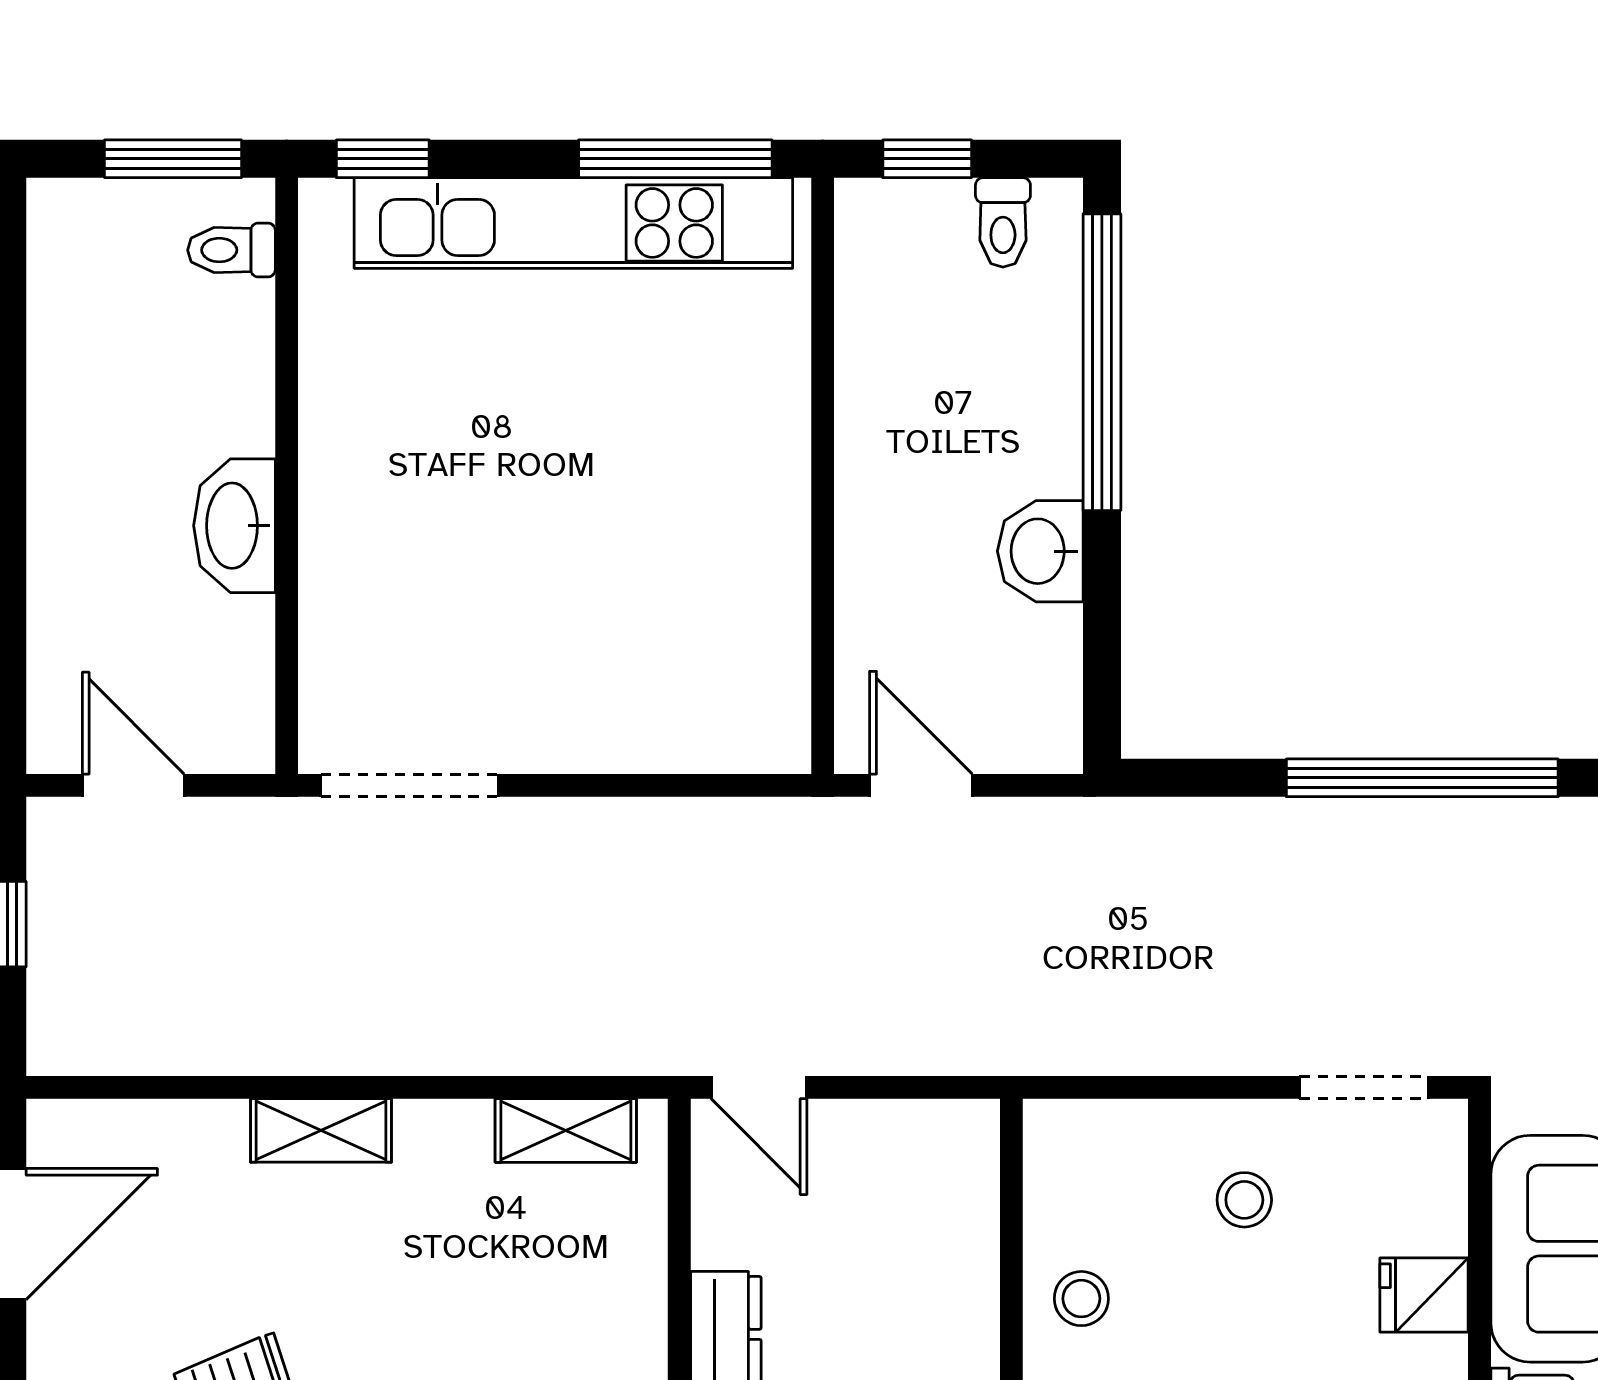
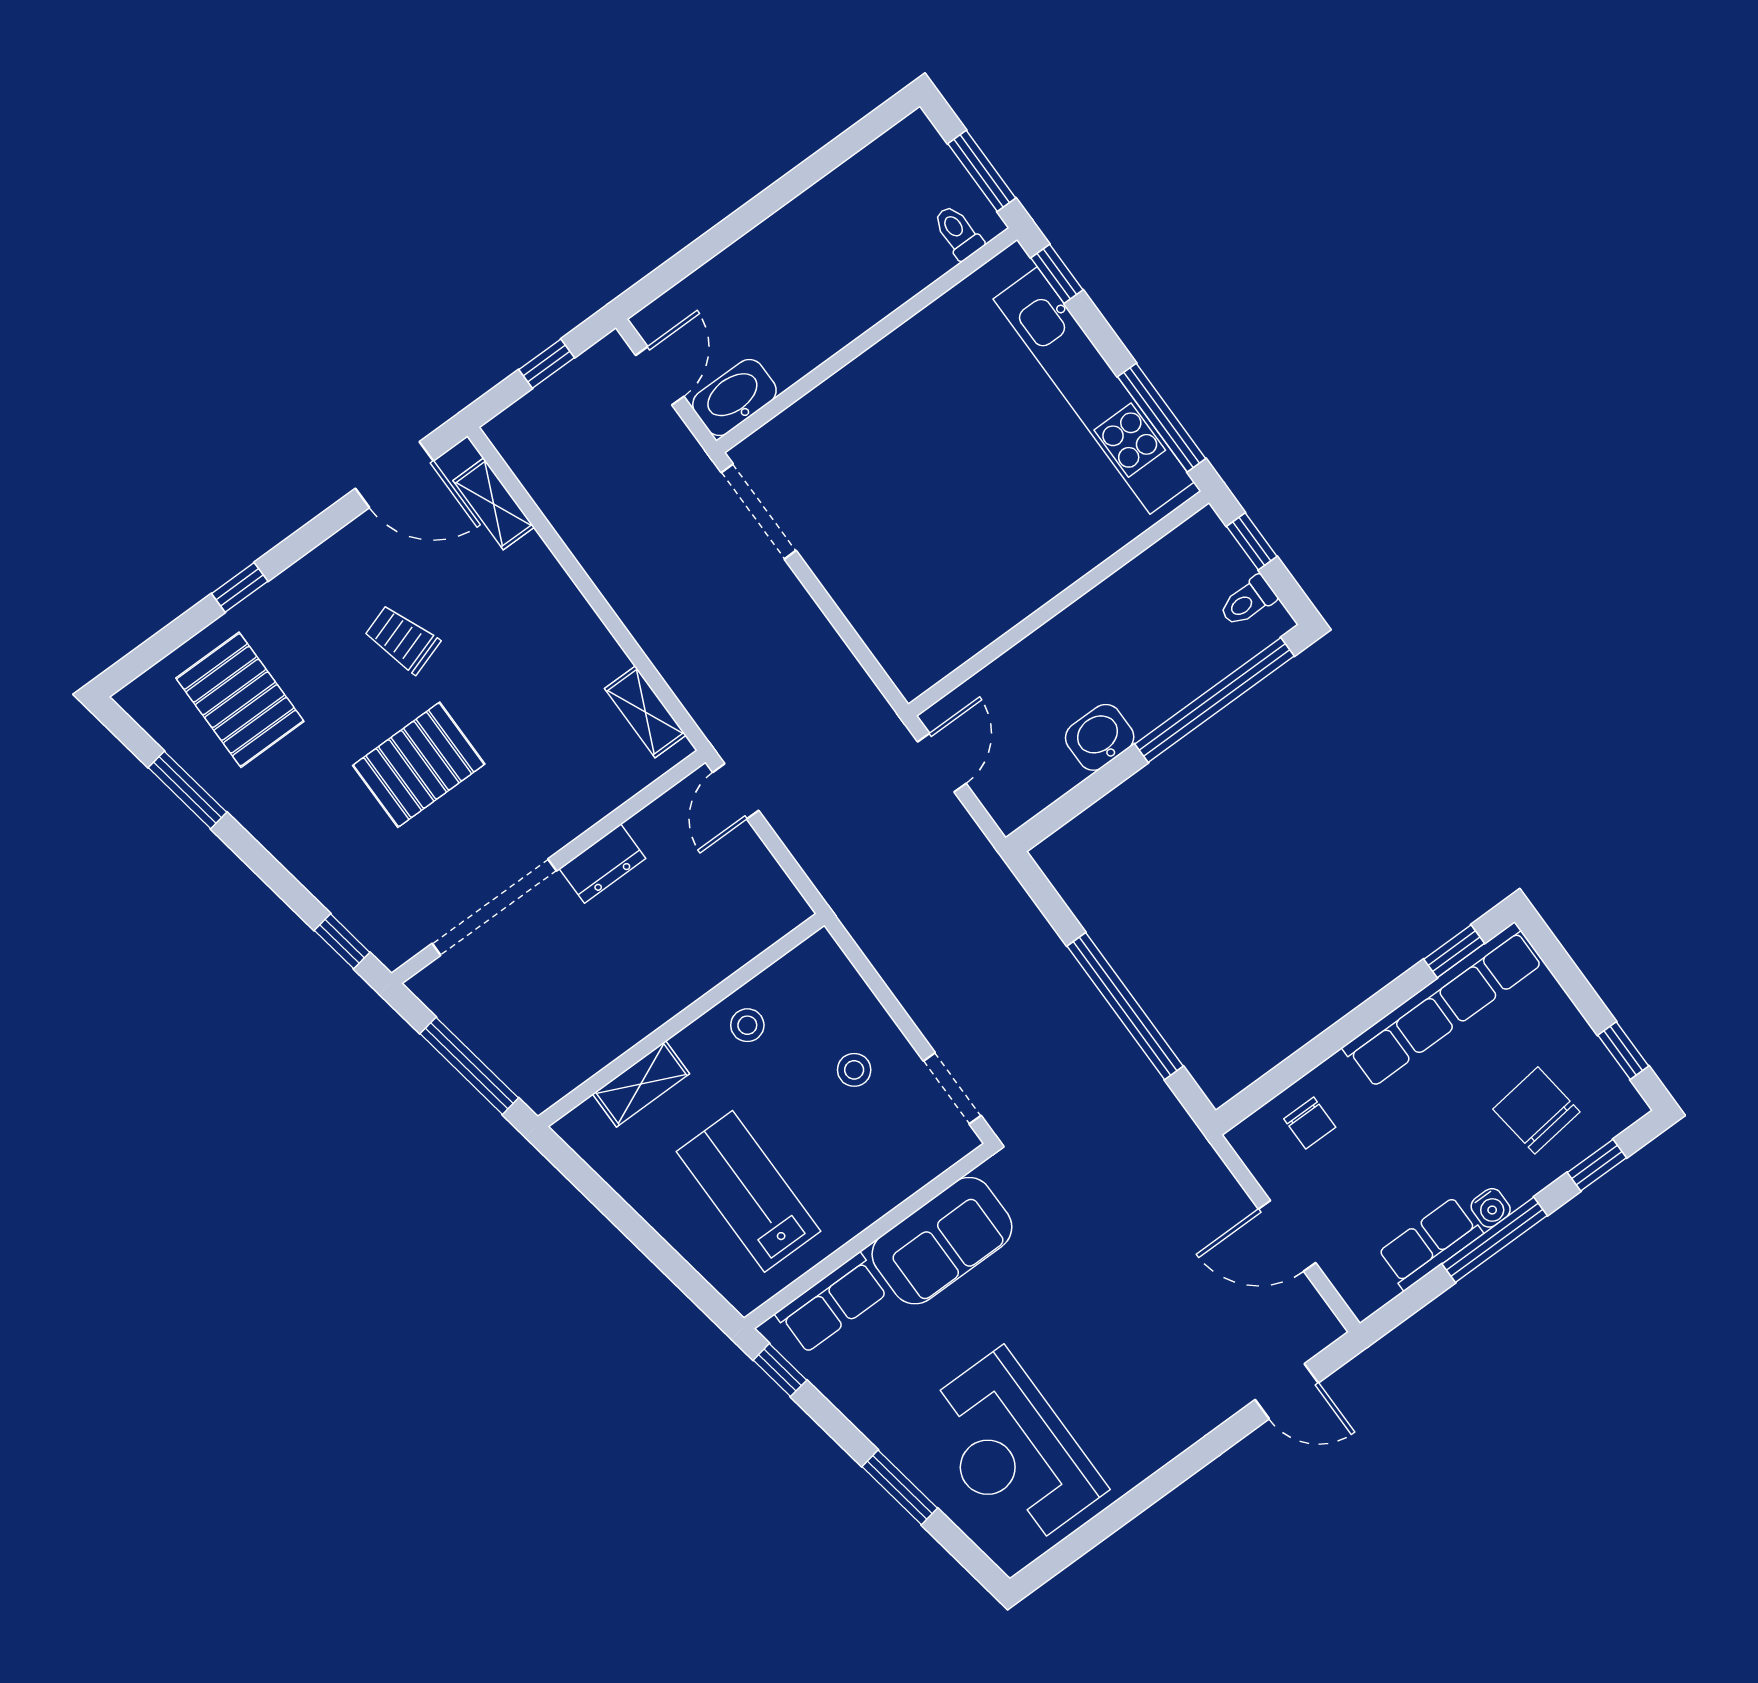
washbasin: (234, 526) -> (734, 398), moved
shelving: (321, 1130) -> (494, 504), moved
fridge: (1424, 1295) -> (872, 1192), removed

